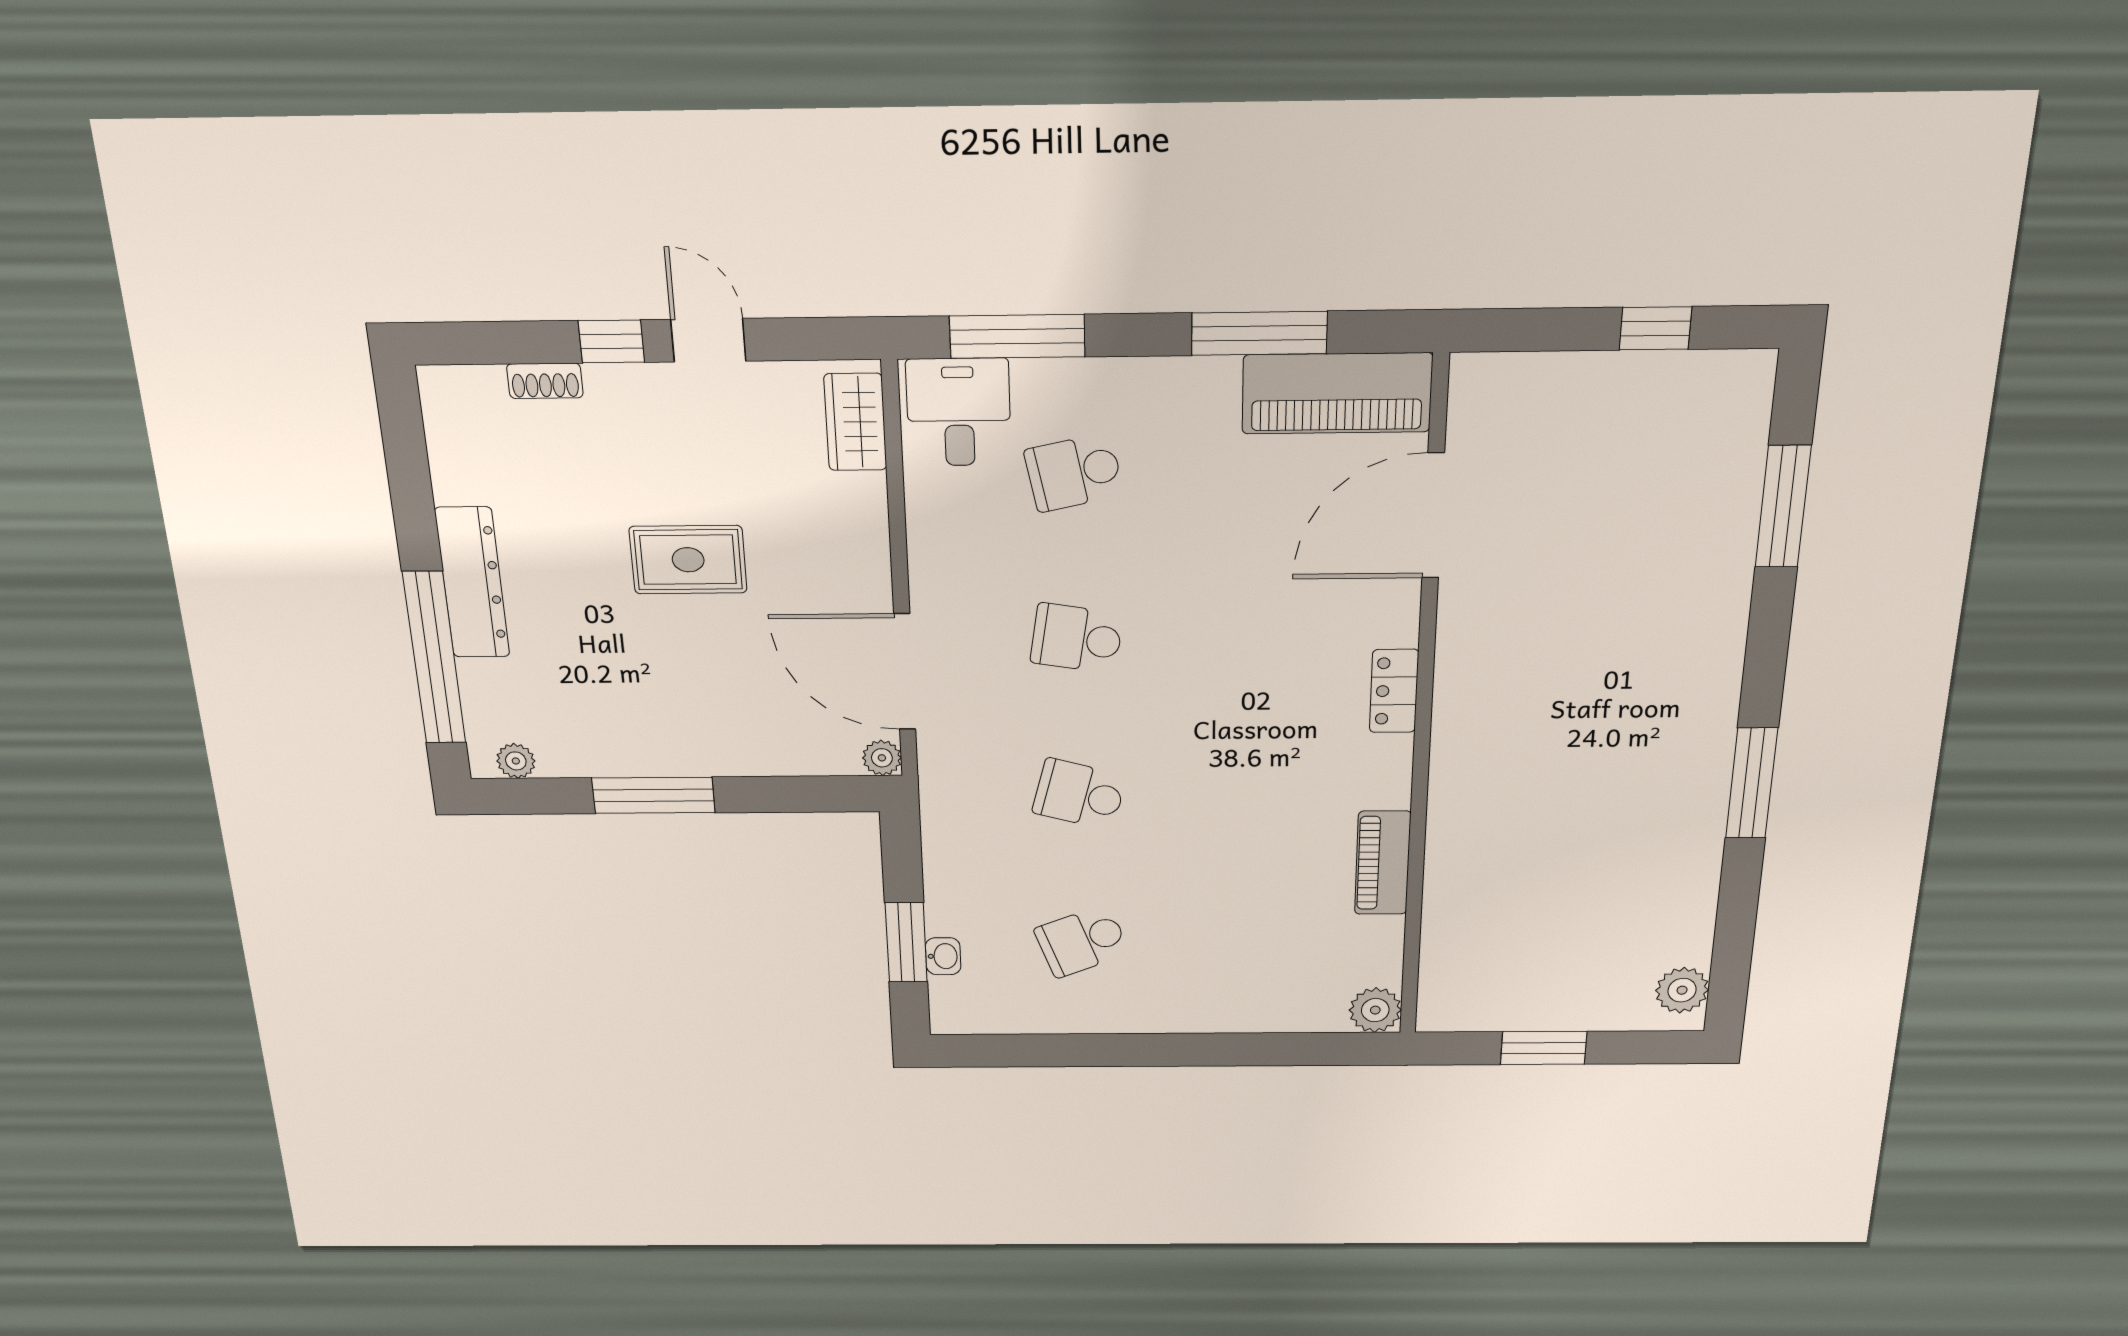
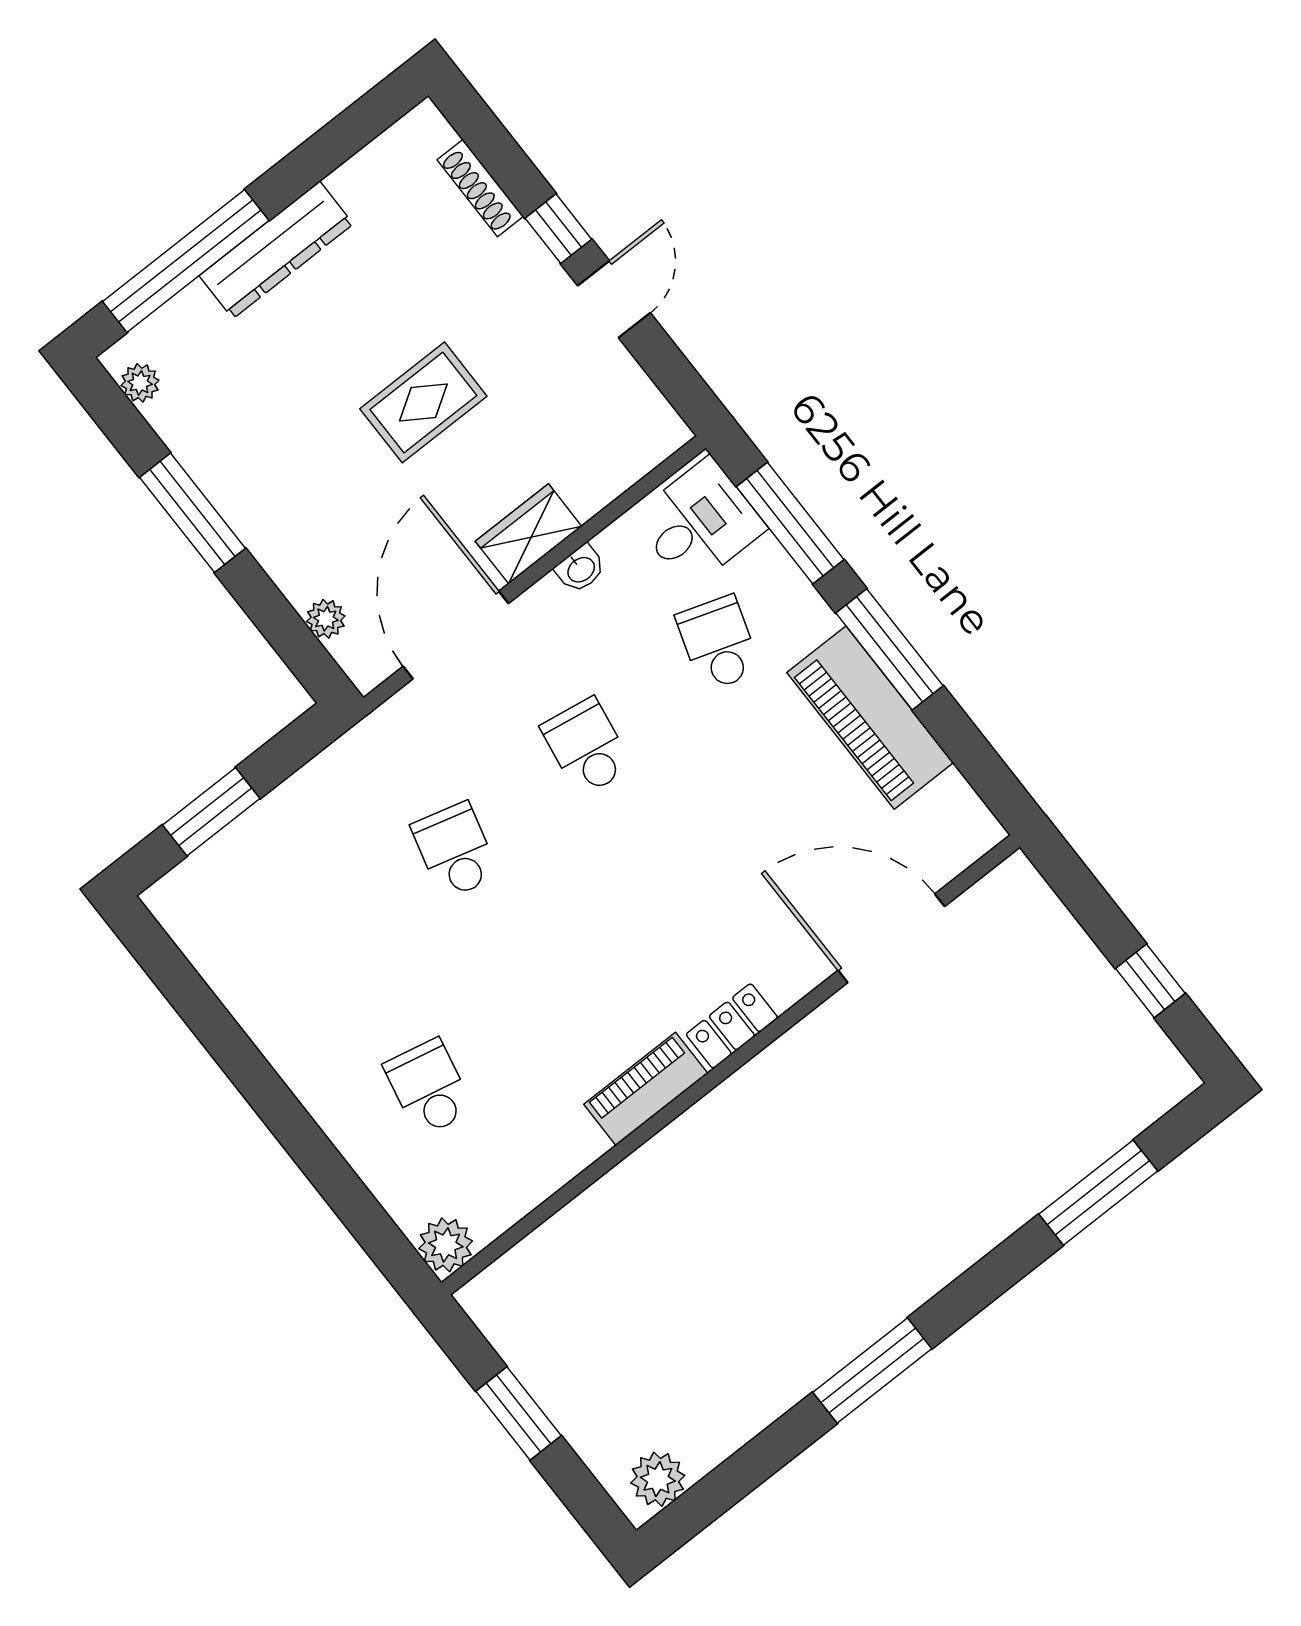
window: (1259, 333) -> (890, 649), moved
shoe rack: (545, 381) -> (480, 188), width x1.43
piano: (1337, 393) -> (870, 718), moved
wardrobe: (855, 422) -> (529, 534), moved
school desk: (1074, 472) -> (718, 643), turned 30
rug: (688, 560) -> (423, 402), turned 90
plant: (882, 758) -> (326, 619), moved
piano: (1383, 863) -> (646, 1089), moved
school desk: (1082, 941) -> (429, 1088), moved, turned 33
washbasin: (943, 956) -> (580, 569), moved

